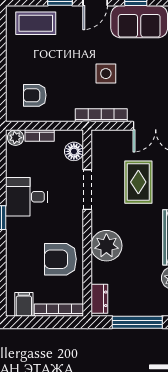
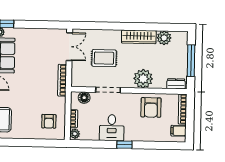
side table: (106, 74) -> (36, 77), removed

